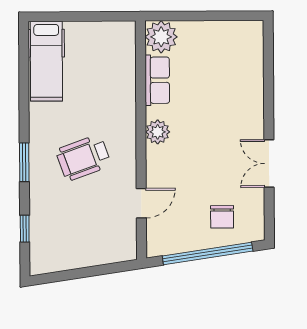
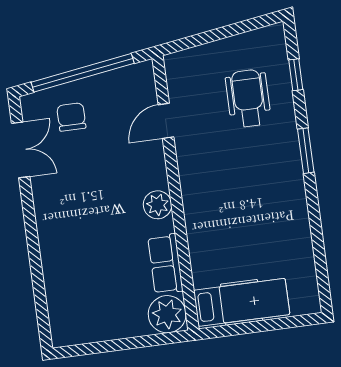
hospital bed: (46, 61) -> (242, 302), moved, turned 90
wheelchair: (83, 158) -> (248, 98), moved, turned -70
double door: (269, 164) -> (21, 150), moved

